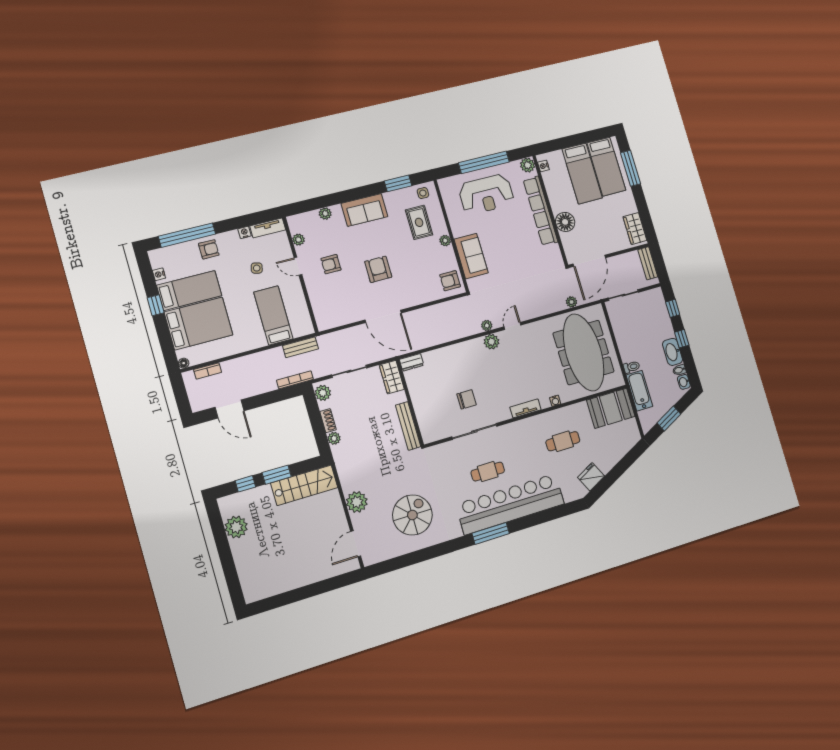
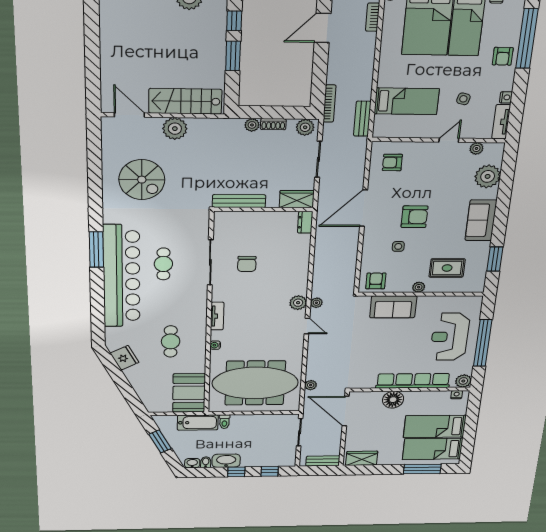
side table: (423, 193) -> (398, 246), moved
plant: (325, 214) -> (488, 176), width x1.88, depth x1.88
armchair: (331, 264) -> (392, 163), moved, turned -90
stairs: (304, 485) -> (185, 101), moved, turned 90

